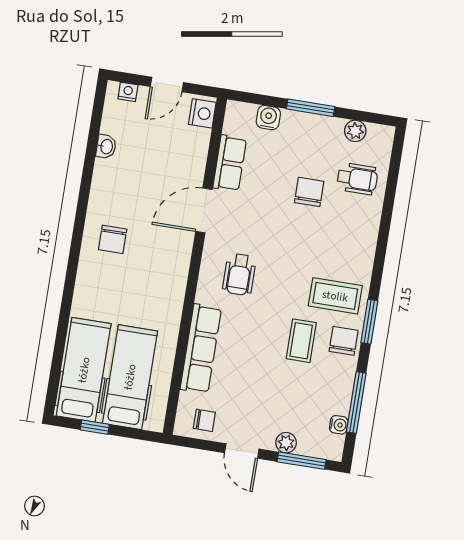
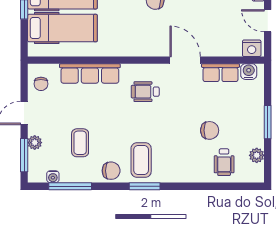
water cooler: (268, 118) -> (249, 72), moved, turned -90
window: (369, 322) -> (145, 186), moved
coffee table: (301, 341) -> (80, 143), moved, turned 90

